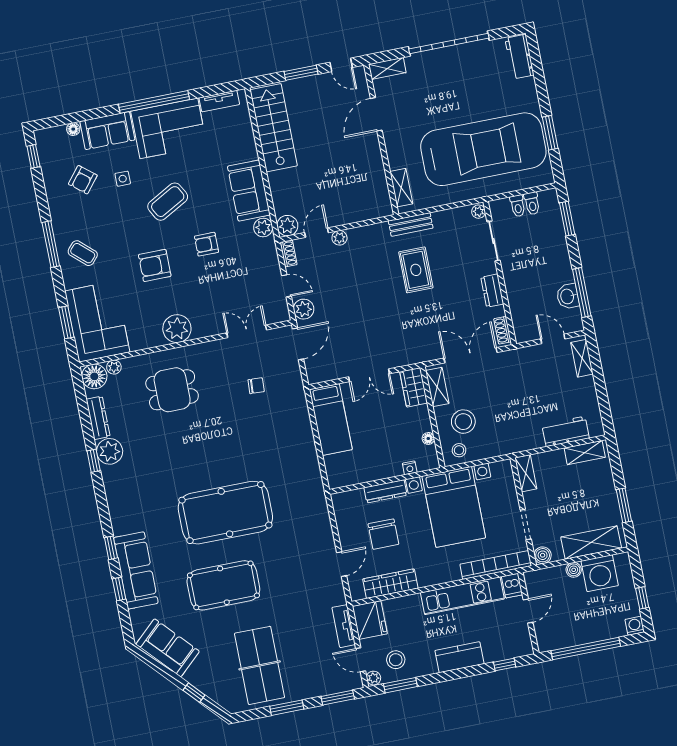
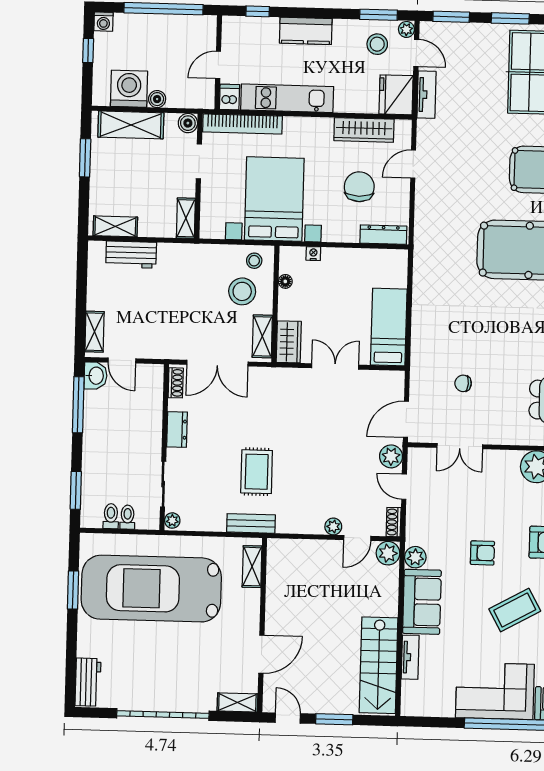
tv unit: (219, 101) -> (410, 657), moved, turned 90
washbasin: (568, 296) -> (96, 376), moved
dresser: (385, 491) -> (383, 235), moved

